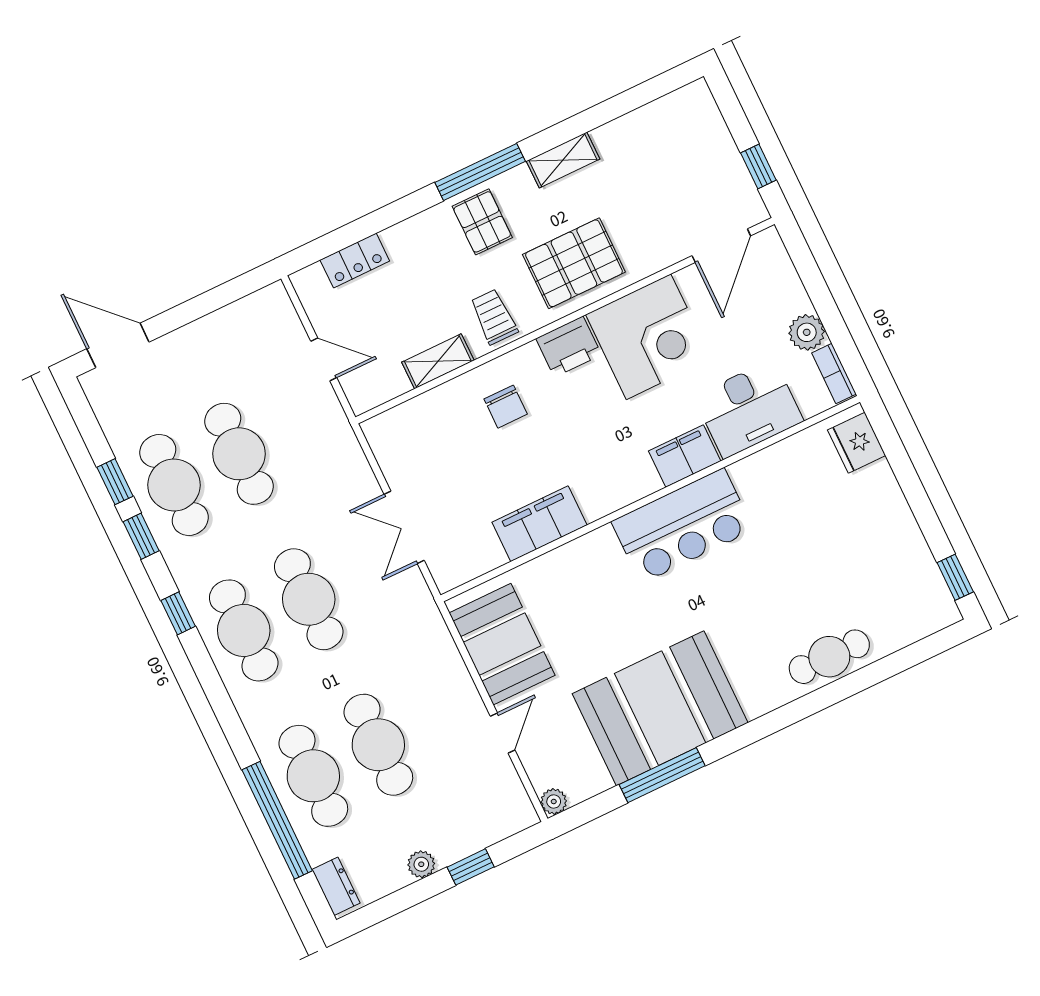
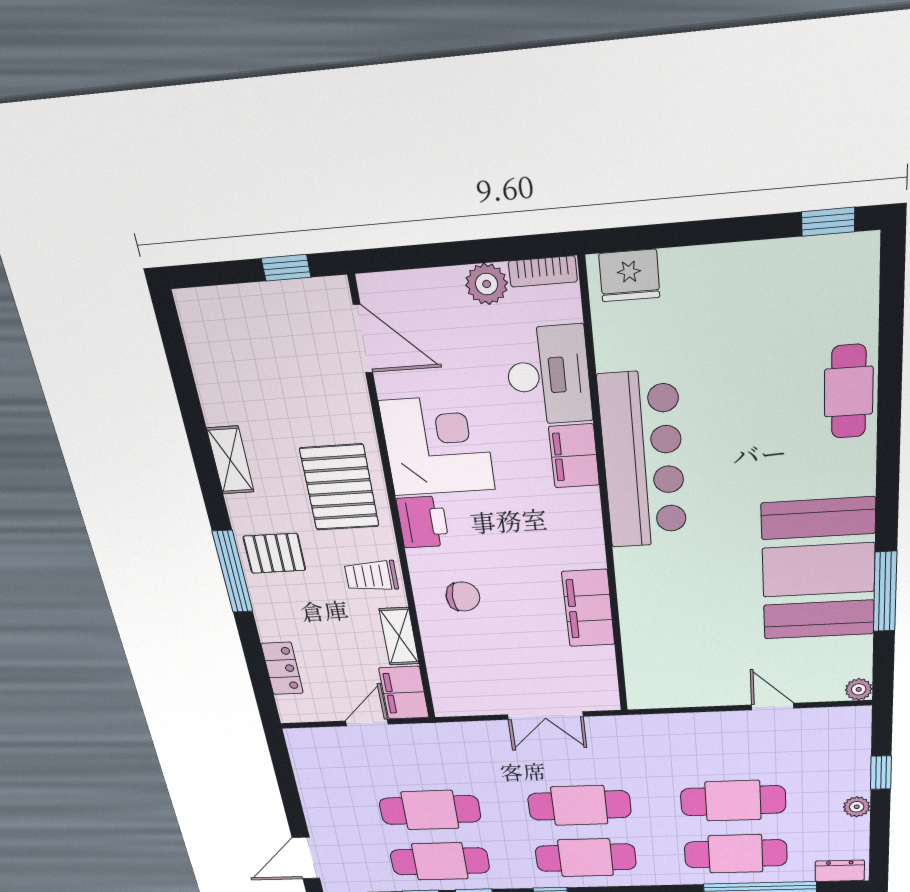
window: (480, 172) -> (233, 572), moved
filing cabinet: (375, 385) -> (404, 693), added
bar counter: (683, 526) -> (643, 461), width x1.36
booth: (502, 644) -> (689, 678), removed

